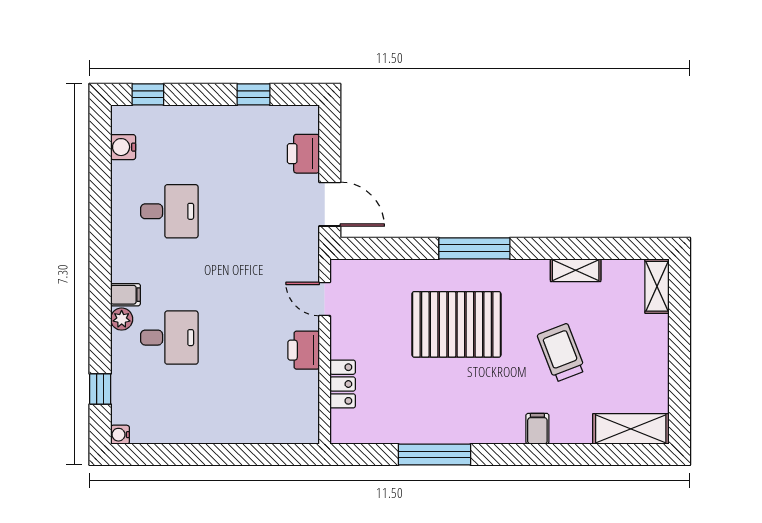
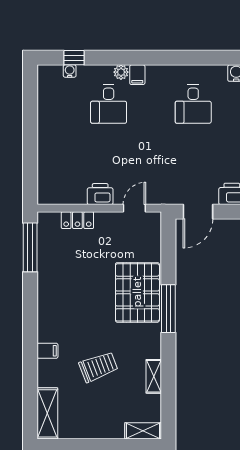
pallet: (456, 324) -> (137, 292), moved
water cooler: (120, 435) -> (70, 71), moved
window: (435, 455) -> (30, 247), moved

